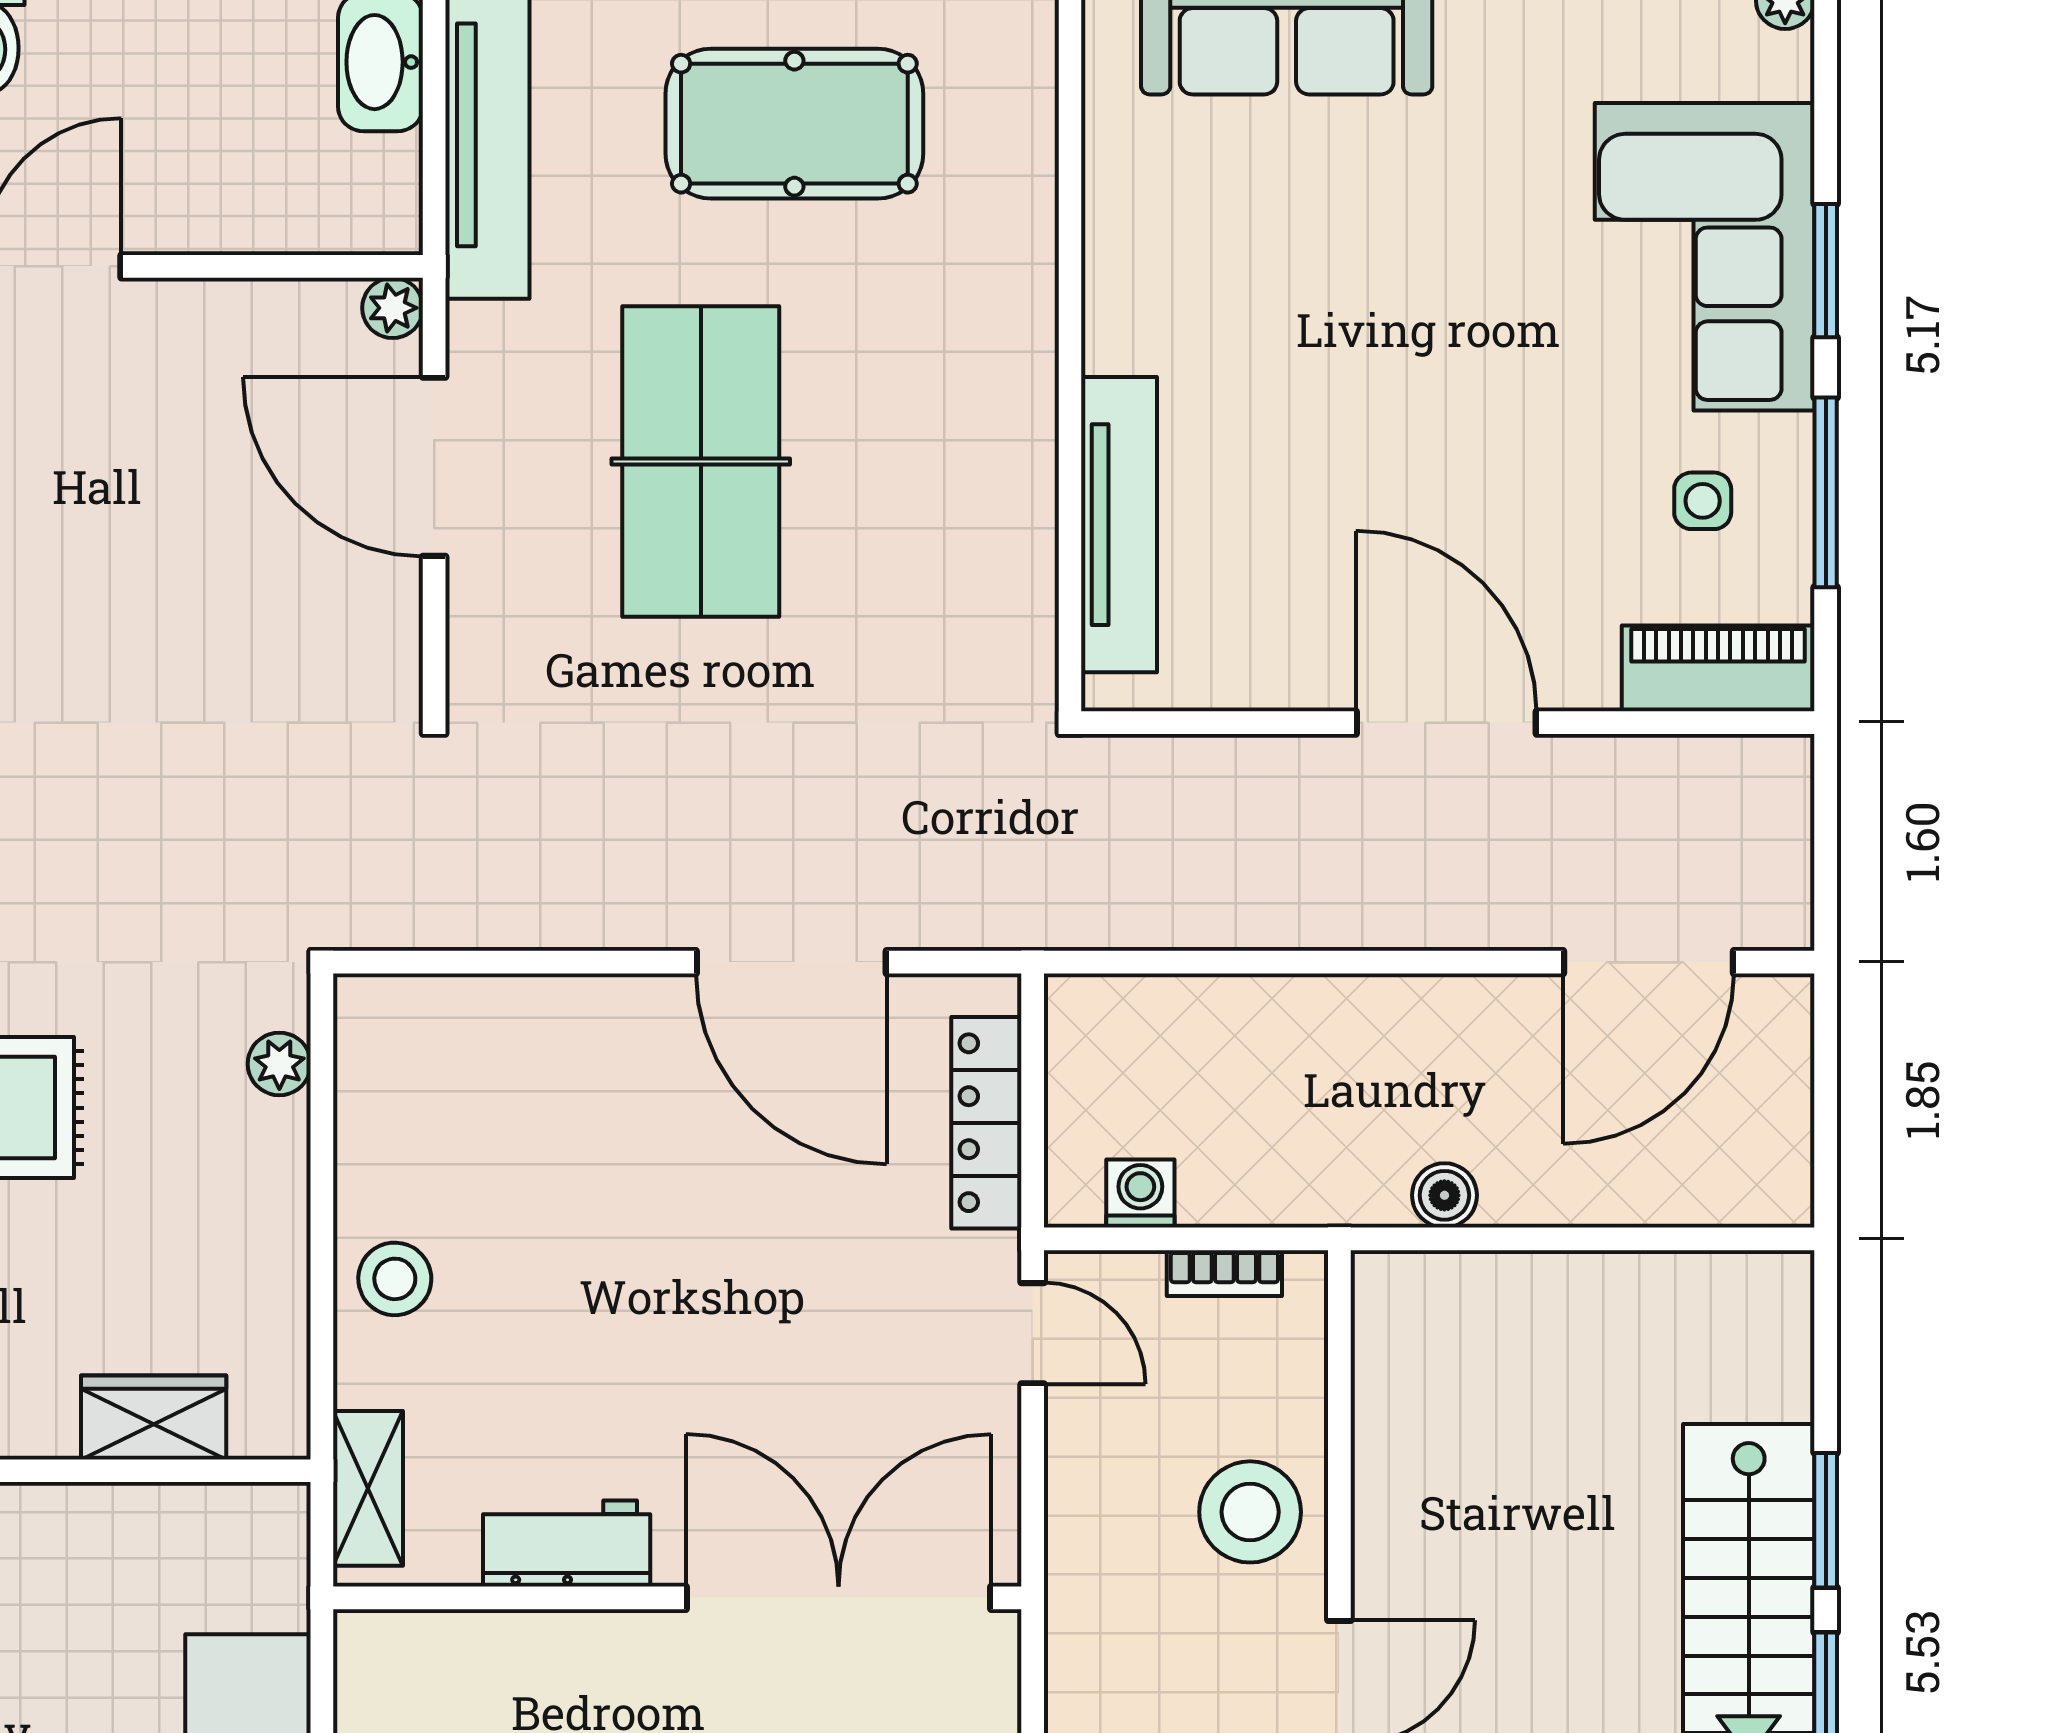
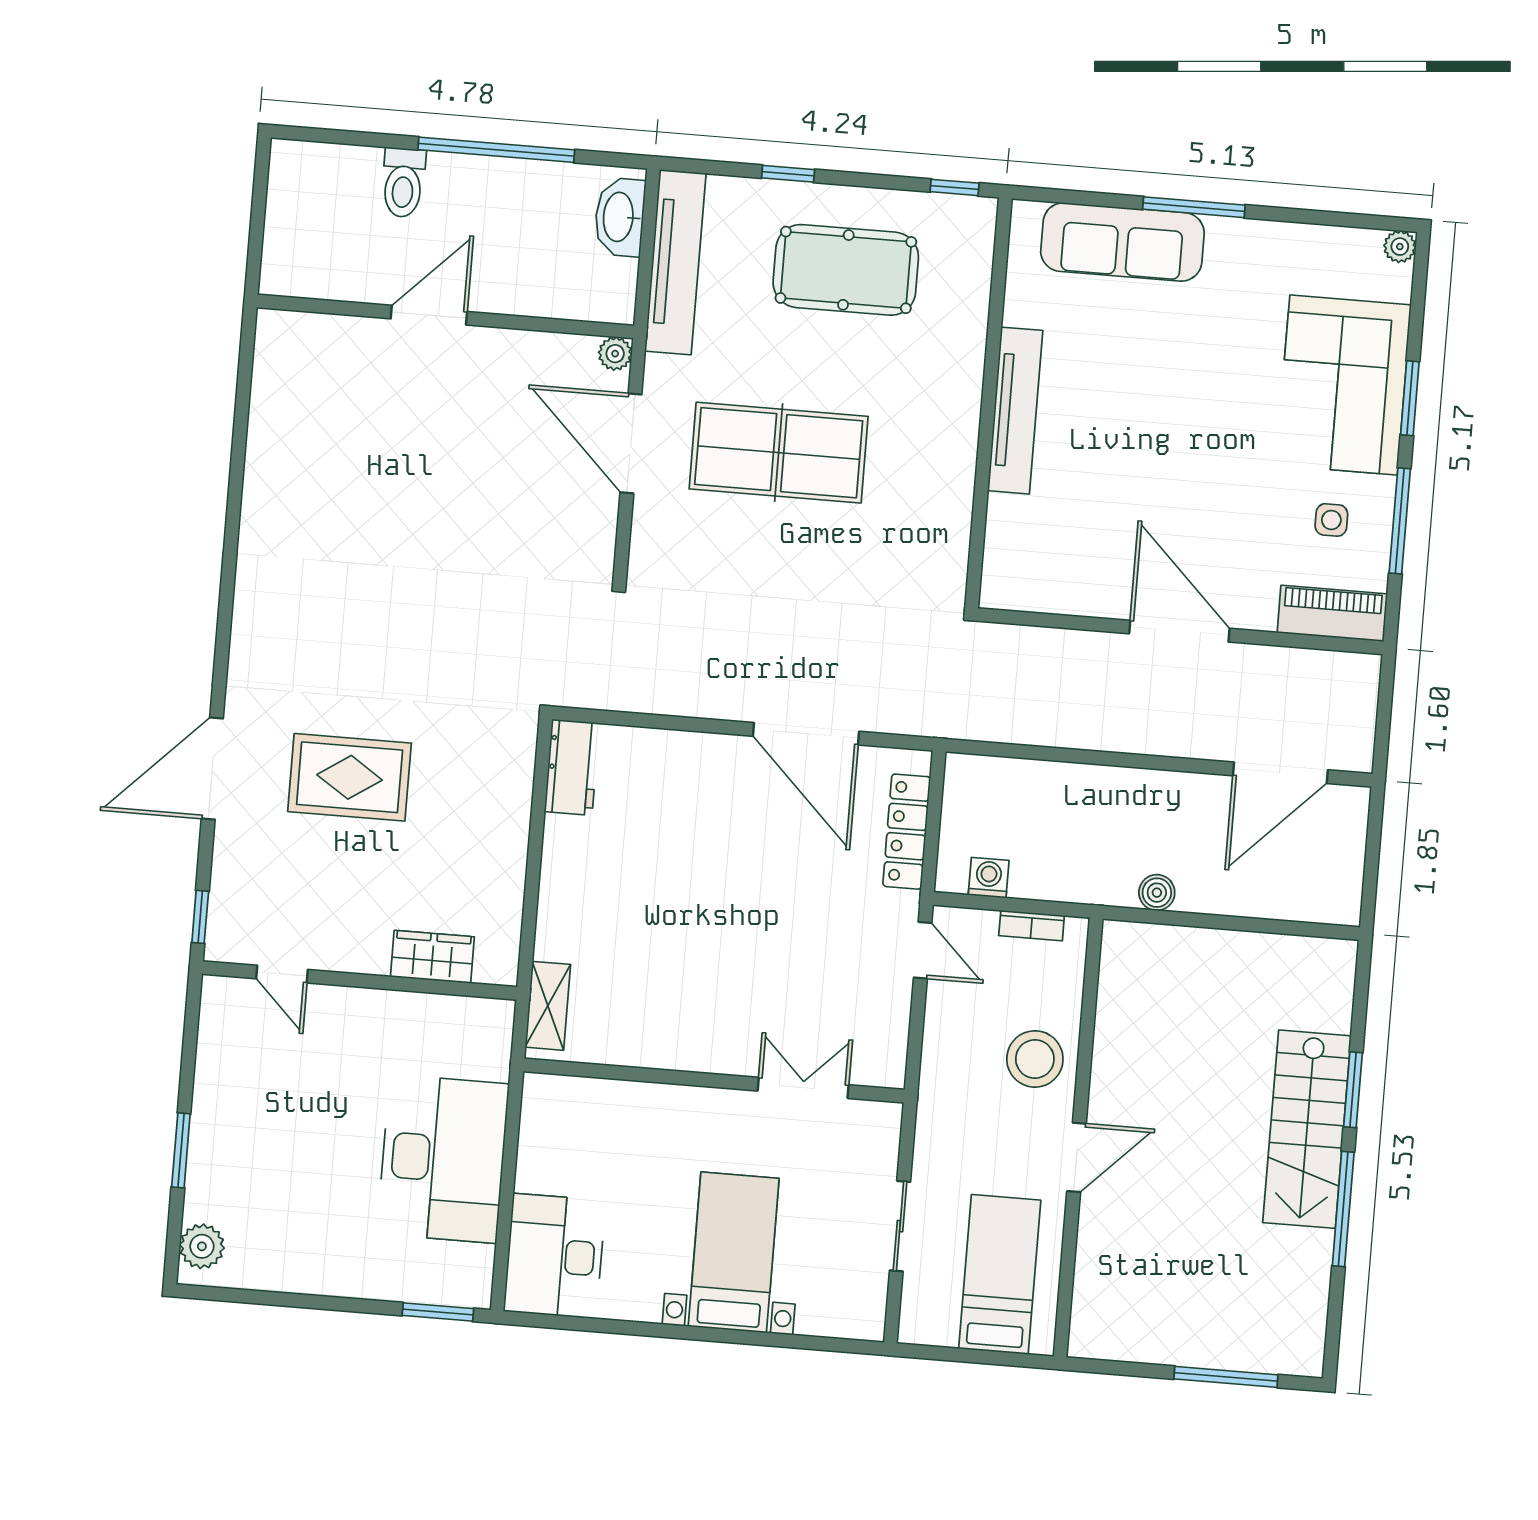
table tennis table: (701, 462) -> (779, 453), turned 90
tv unit: (1119, 525) -> (1015, 411), moved
plant: (279, 1064) -> (518, 767), removed
stool: (395, 1279) -> (572, 891), removed
workbench: (567, 1544) -> (572, 767), moved, turned 90
double door: (839, 1598) -> (803, 1088), width x0.54

